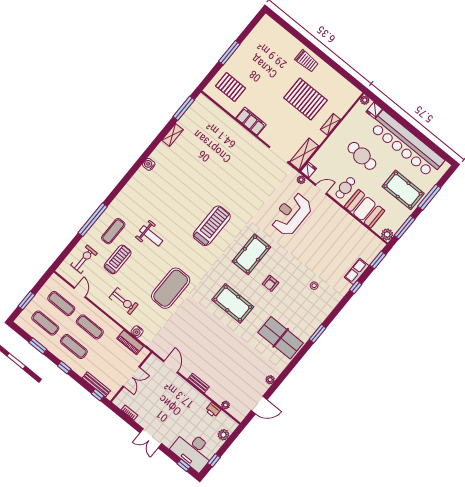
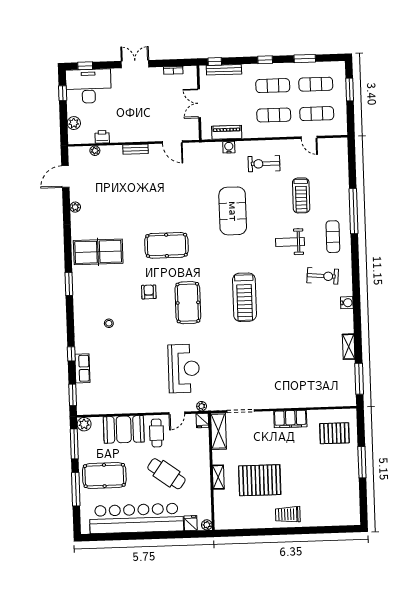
cafe table: (362, 156) -> (166, 474), turned 31
exercise mat: (113, 231) -> (333, 237), moved
exercise bike: (84, 259) -> (323, 276), moved, turned -85

